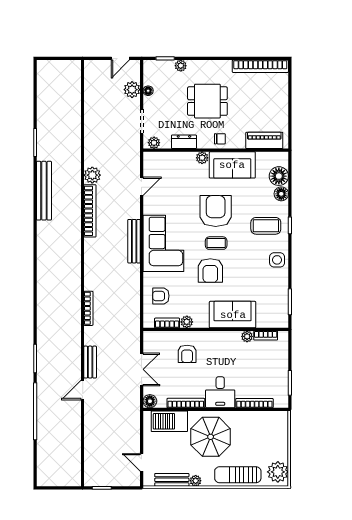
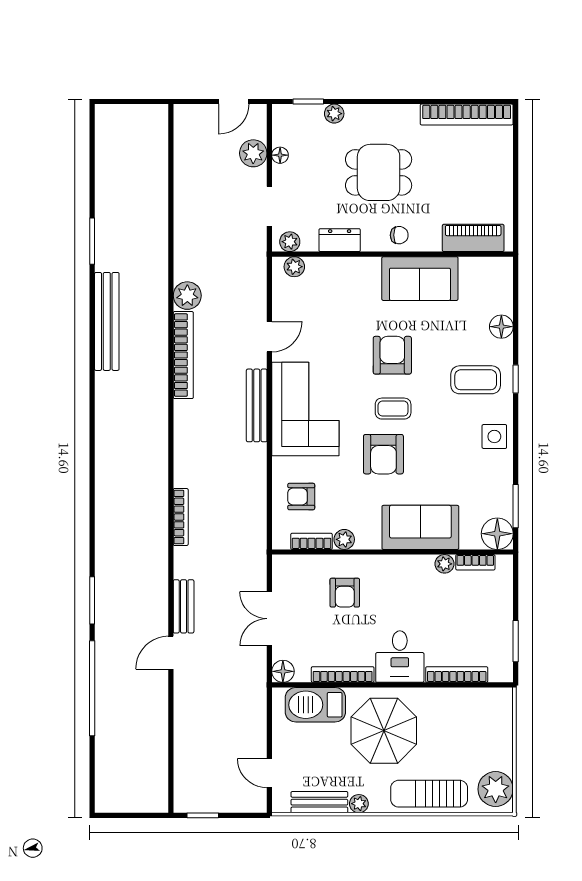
plant: (202, 158) -> (294, 267), moved
floor lamp: (279, 176) -> (497, 534), moved
door: (142, 186) -> (269, 337), moved
armchair: (216, 211) -> (392, 355), width x0.73, depth x0.73
double door: (142, 369) -> (269, 619), swing flipped

